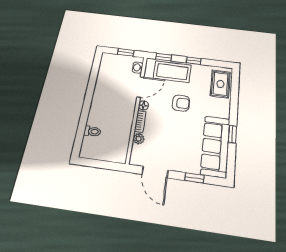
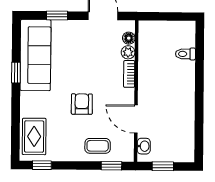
window: (194, 61) -> (42, 165), moved
coffee table: (172, 72) -> (98, 146), width x0.54, depth x0.58
door: (140, 87) -> (136, 119), hinge flipped
armchair: (181, 103) -> (82, 104), turned 90
floor lamp: (143, 105) -> (129, 38), moved

